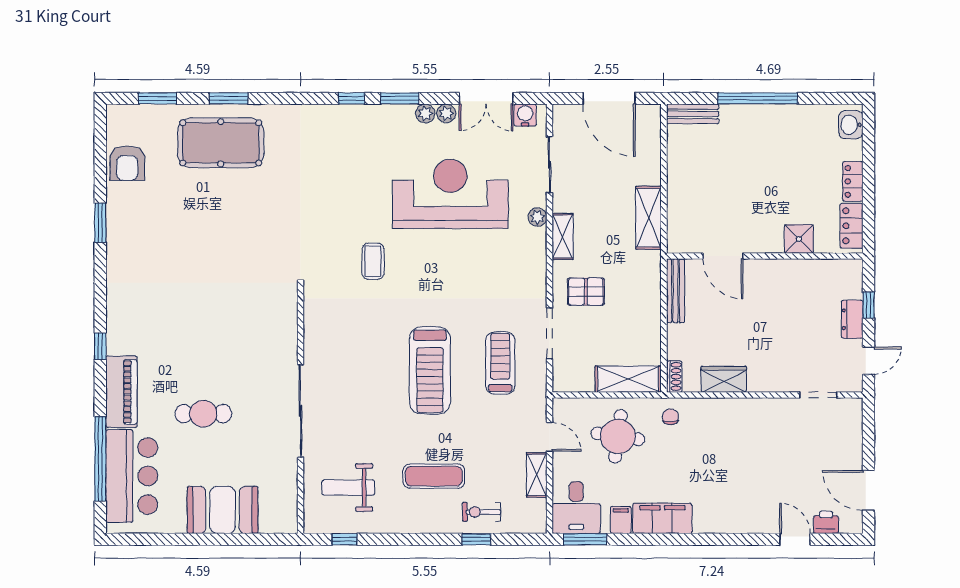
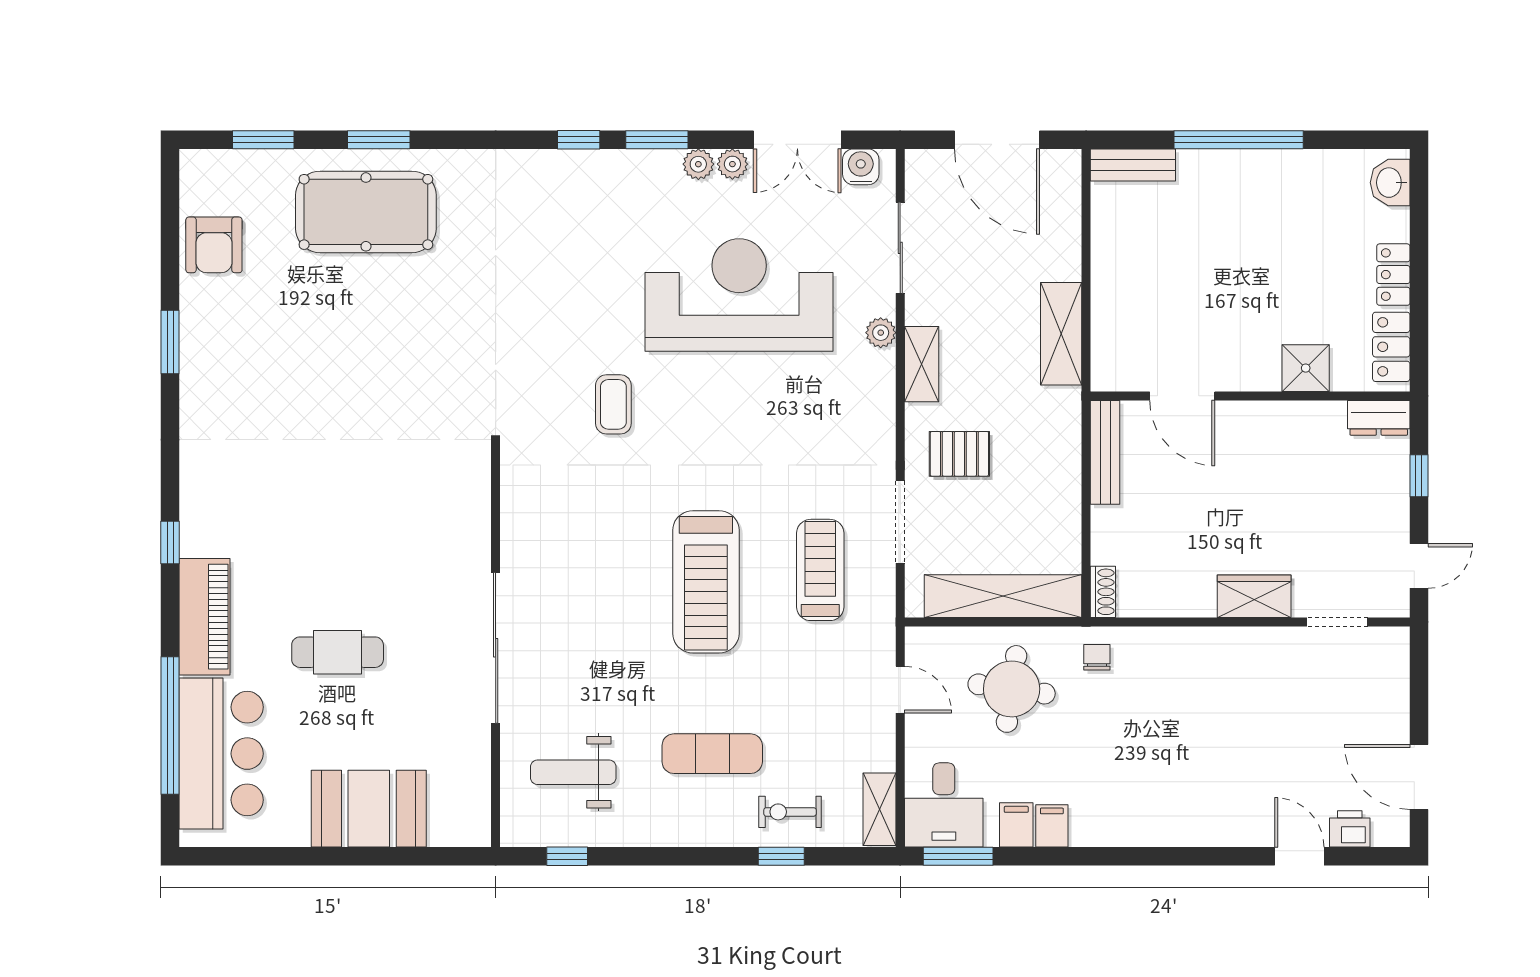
dresser: (852, 319) -> (1379, 418), moved, turned -90
shelving: (628, 379) -> (1003, 596), width x1.47
wardrobe: (724, 379) -> (1254, 596), moved
shelving: (537, 475) -> (880, 809), moved
filing cabinet: (662, 518) -> (1052, 826), width x0.33, depth x0.86

